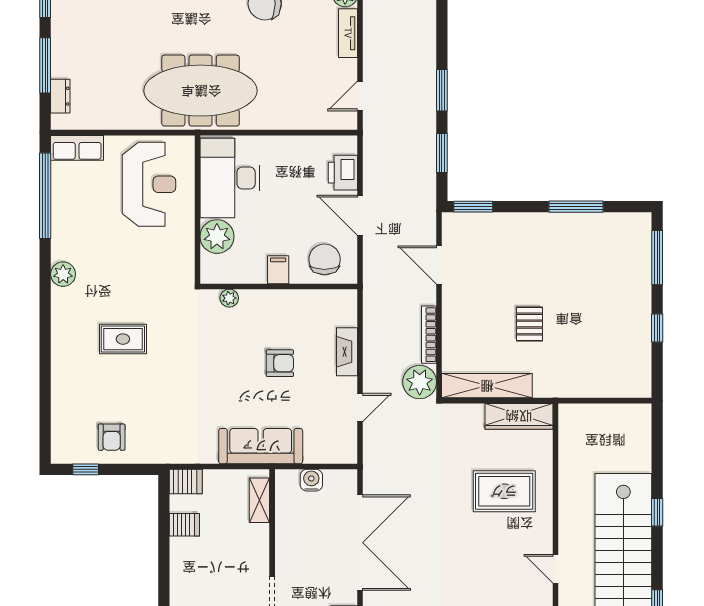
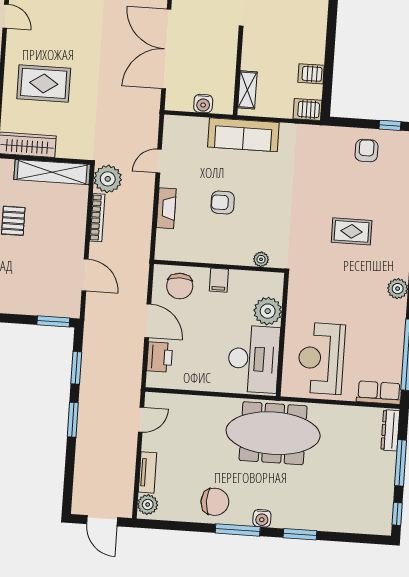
dresser: (60, 96) -> (390, 430), width x1.44

